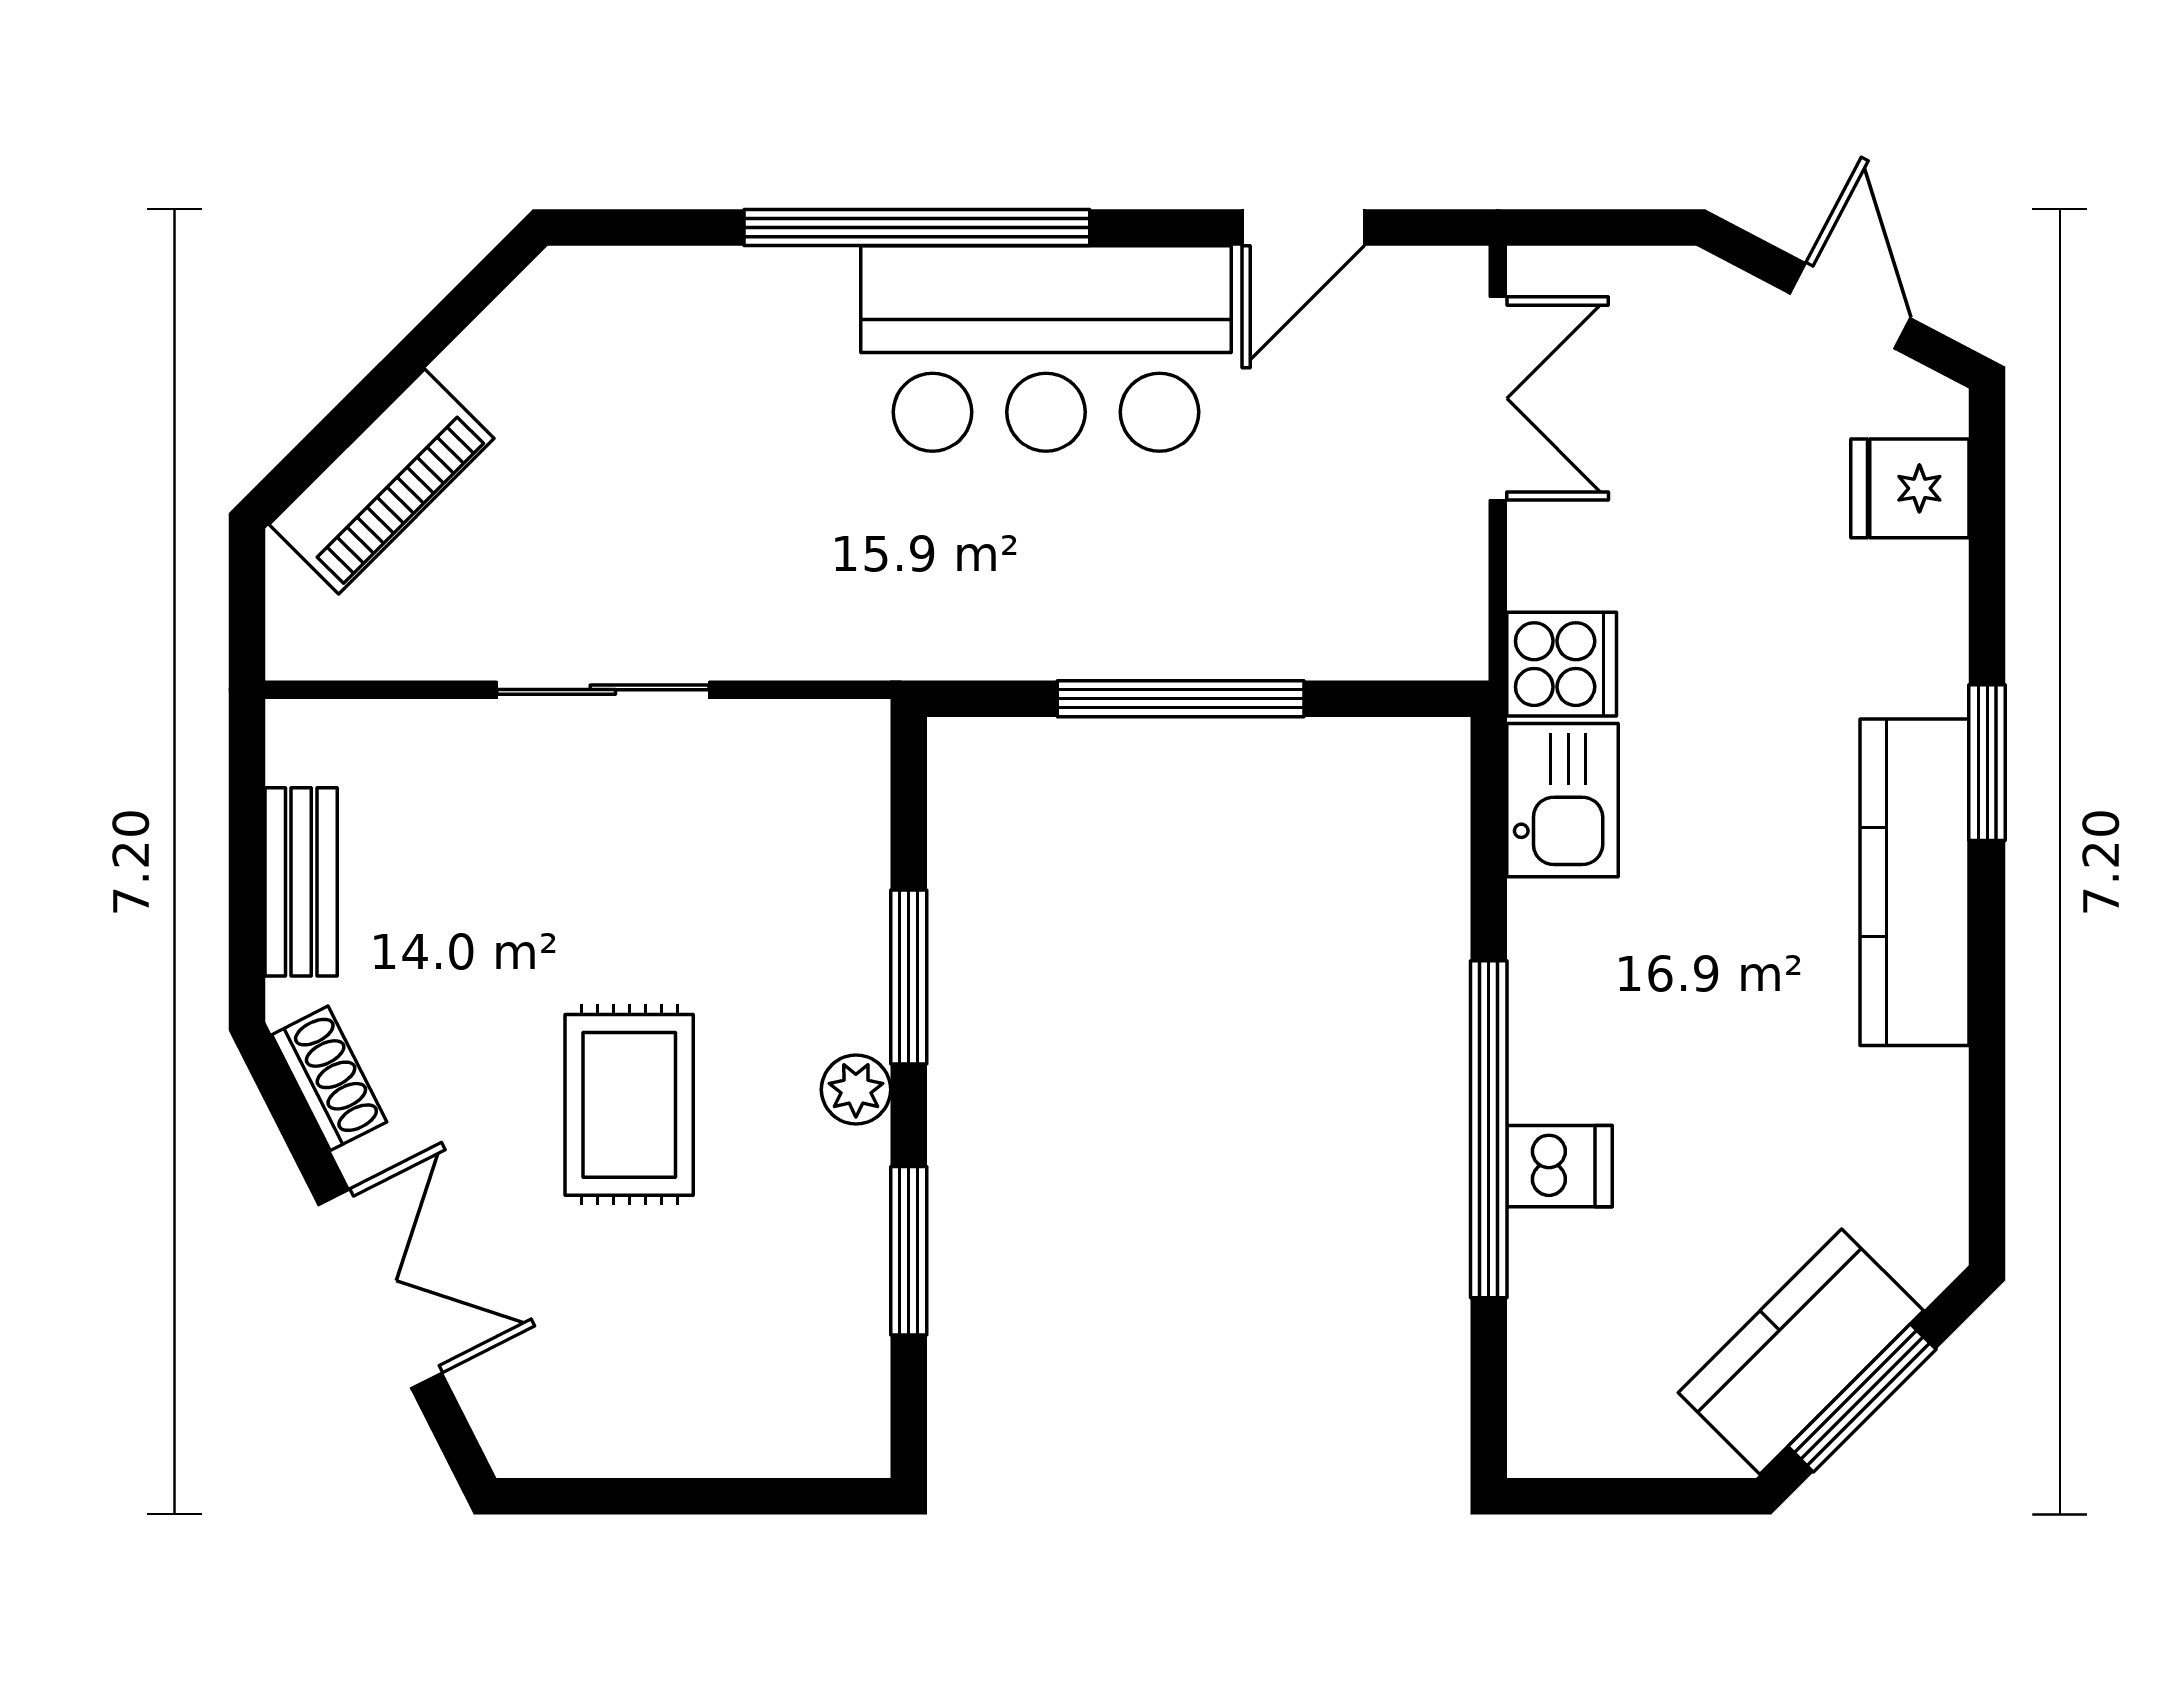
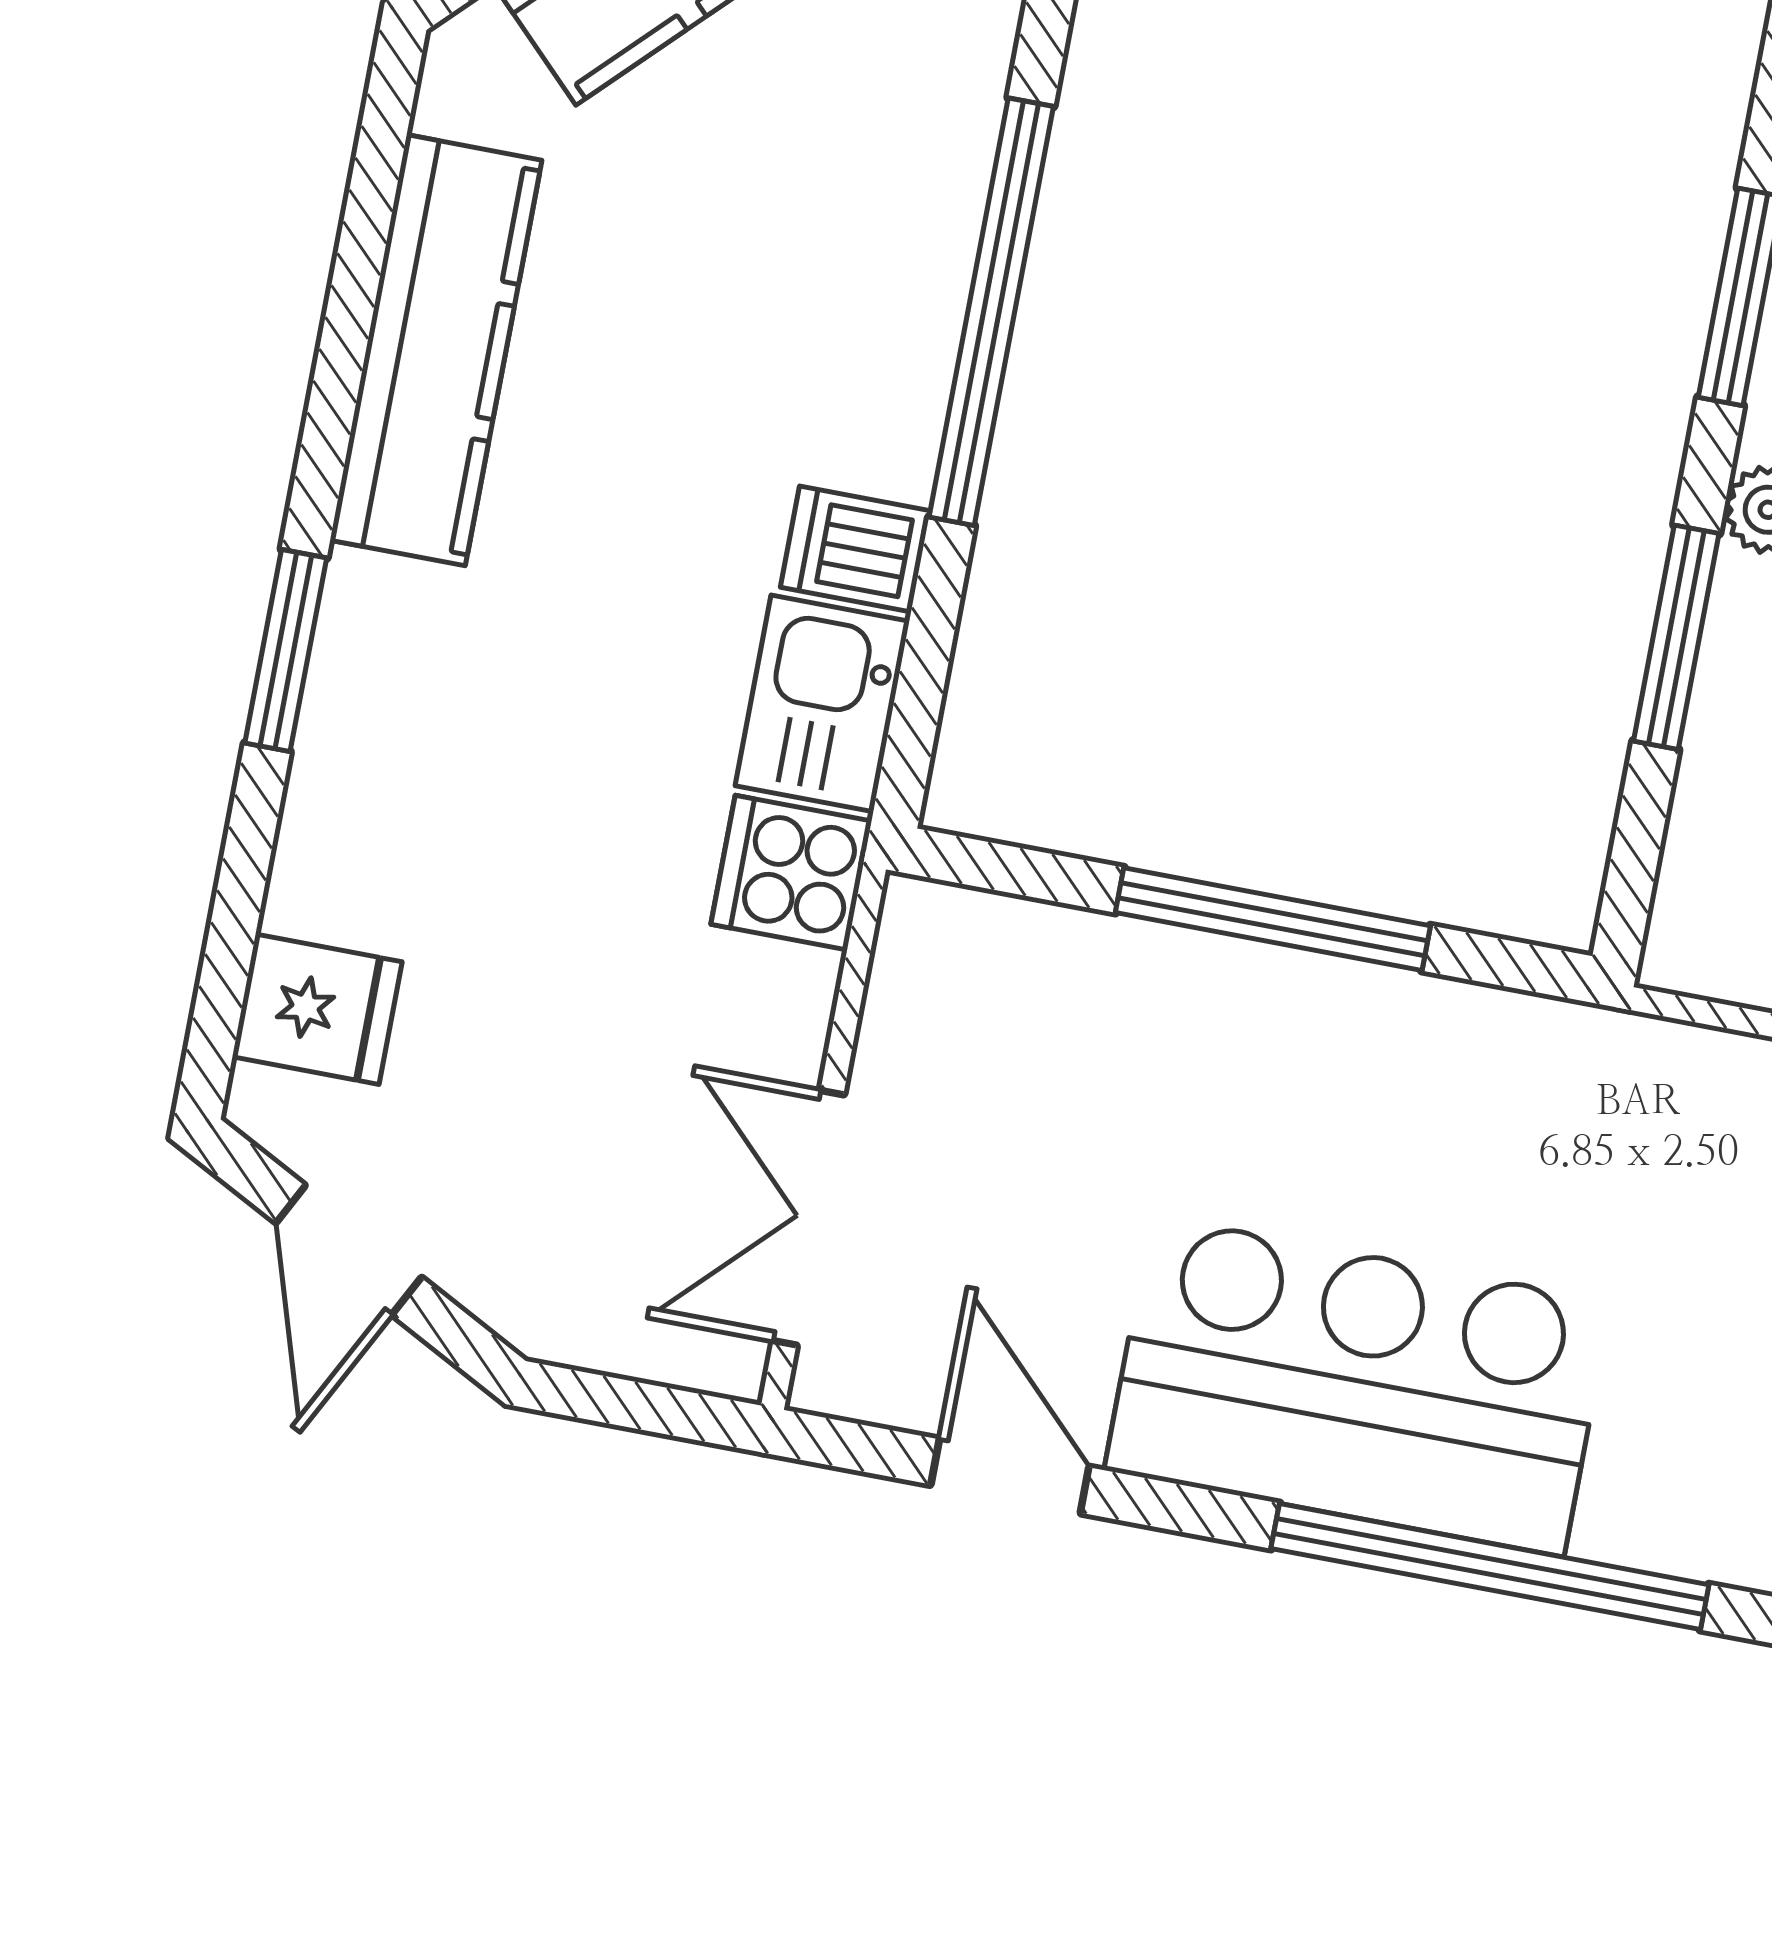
door: (1303, 227) -> (1010, 1476), hinge flipped
kitchen counter: (1915, 882) -> (436, 350), moved
dishwasher: (1559, 1166) -> (855, 549), moved

